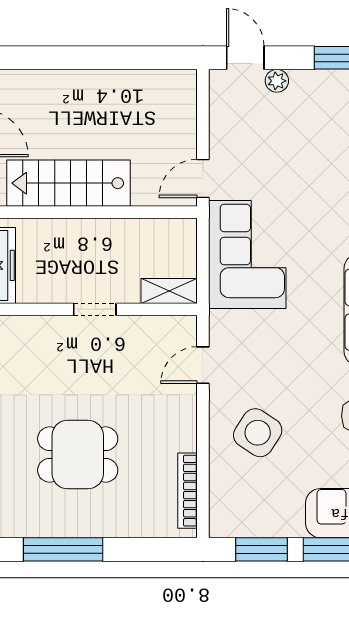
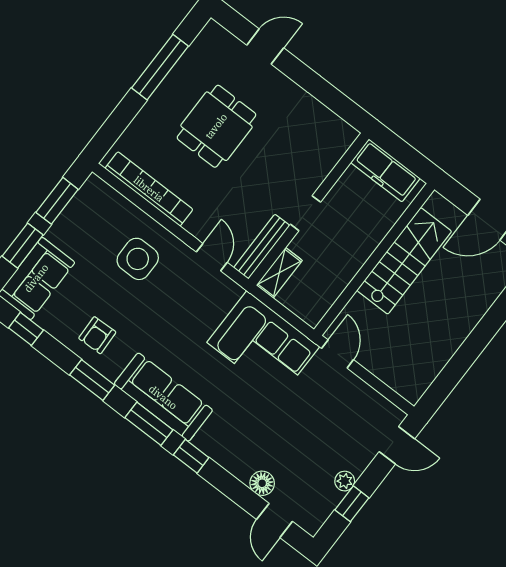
plant: (277, 81) -> (345, 481), moved
bench: (157, 326) -> (262, 247), added
side table: (258, 433) -> (138, 259), turned -33
bookcase: (188, 491) -> (149, 189), width x1.48, depth x1.31

